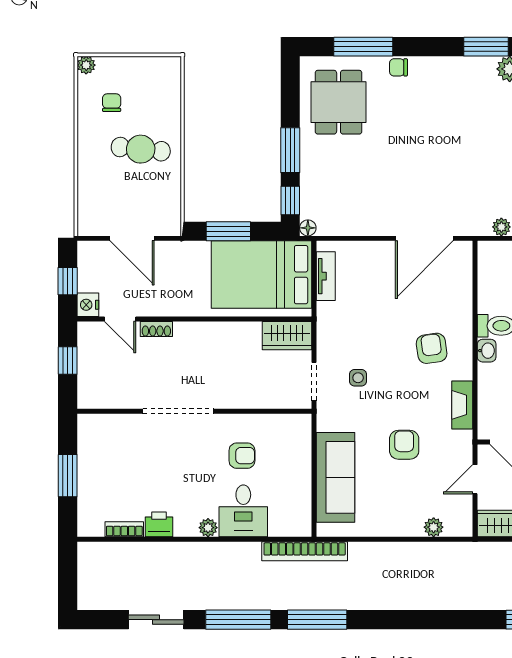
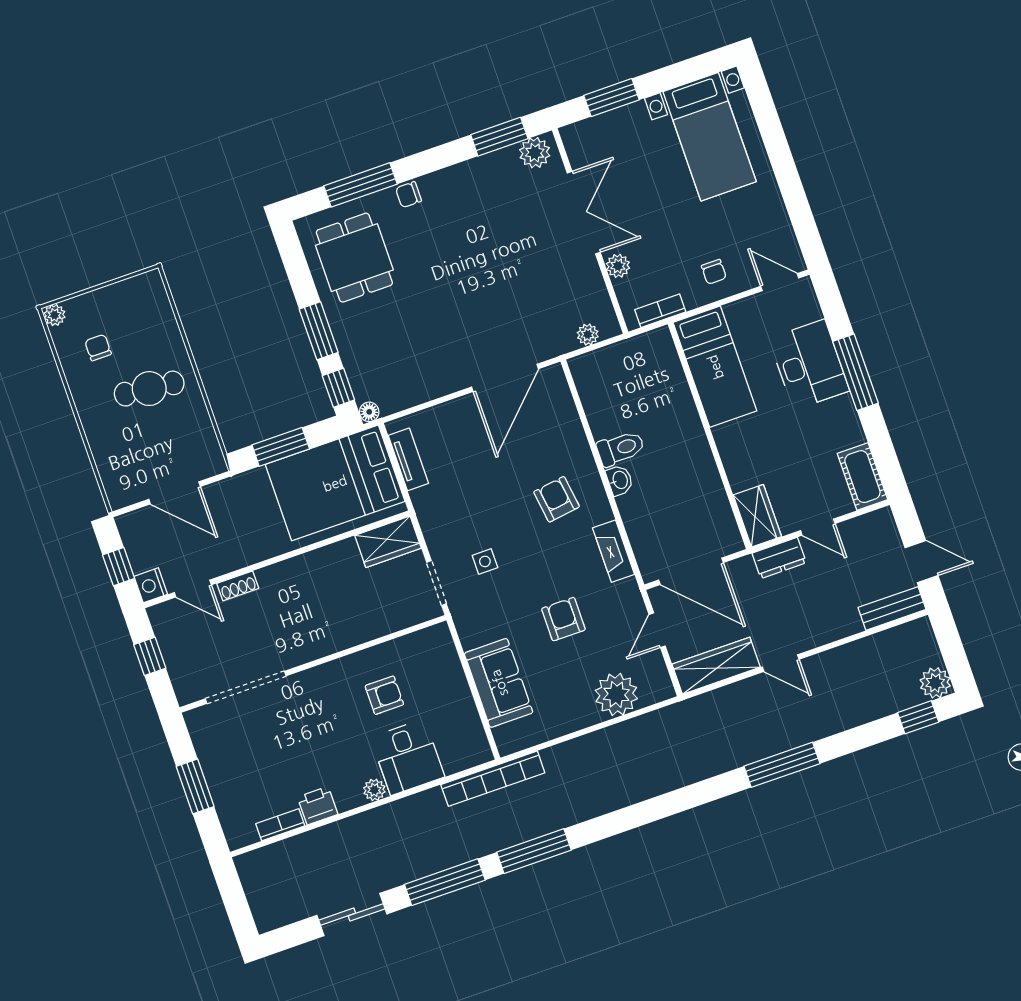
doorway: (178, 411) -> (246, 687), moved
sofa: (335, 477) -> (499, 683), width x0.73
plant: (434, 527) -> (616, 694), width x1.87, depth x1.87

